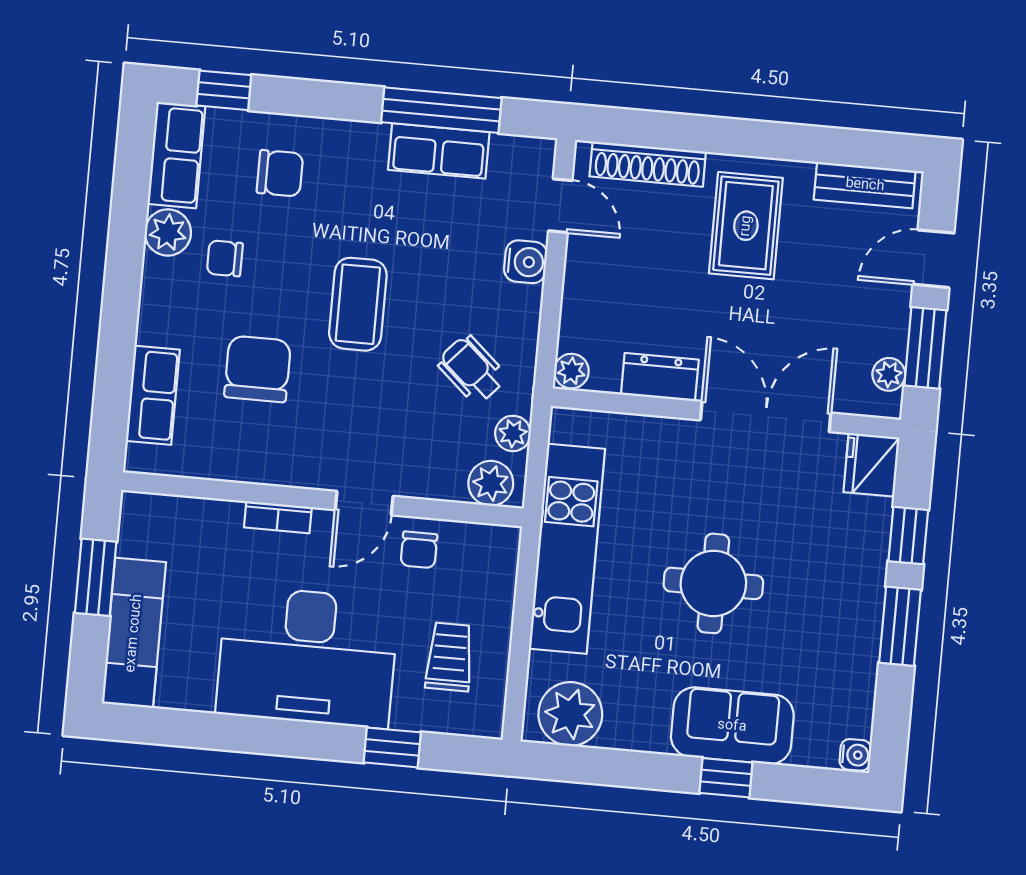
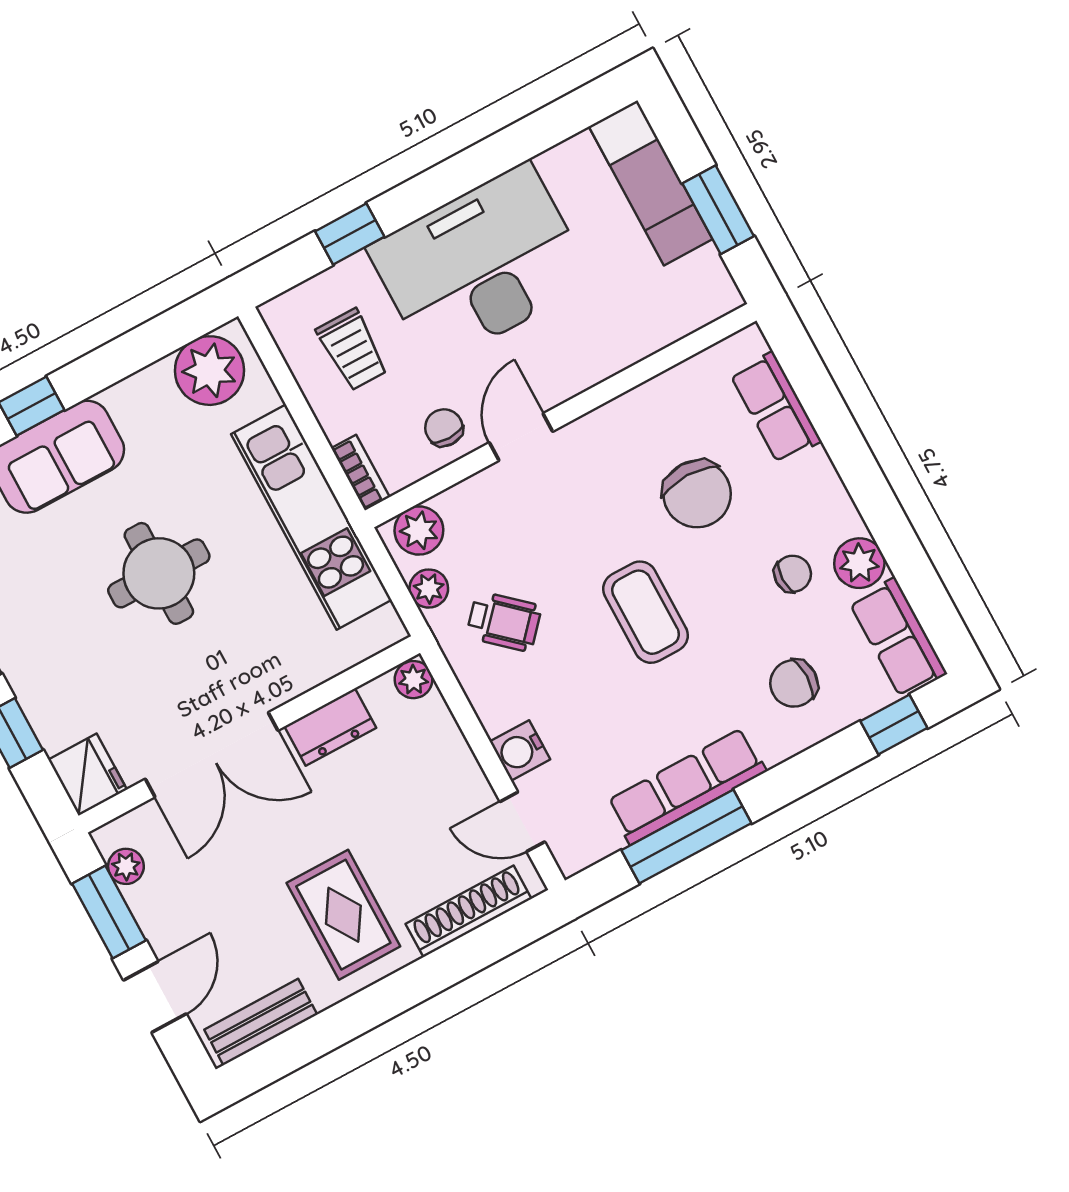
row of seats: (439, 151) -> (687, 786), width x1.48
bookcase: (278, 517) -> (361, 473), moved, turned 90

